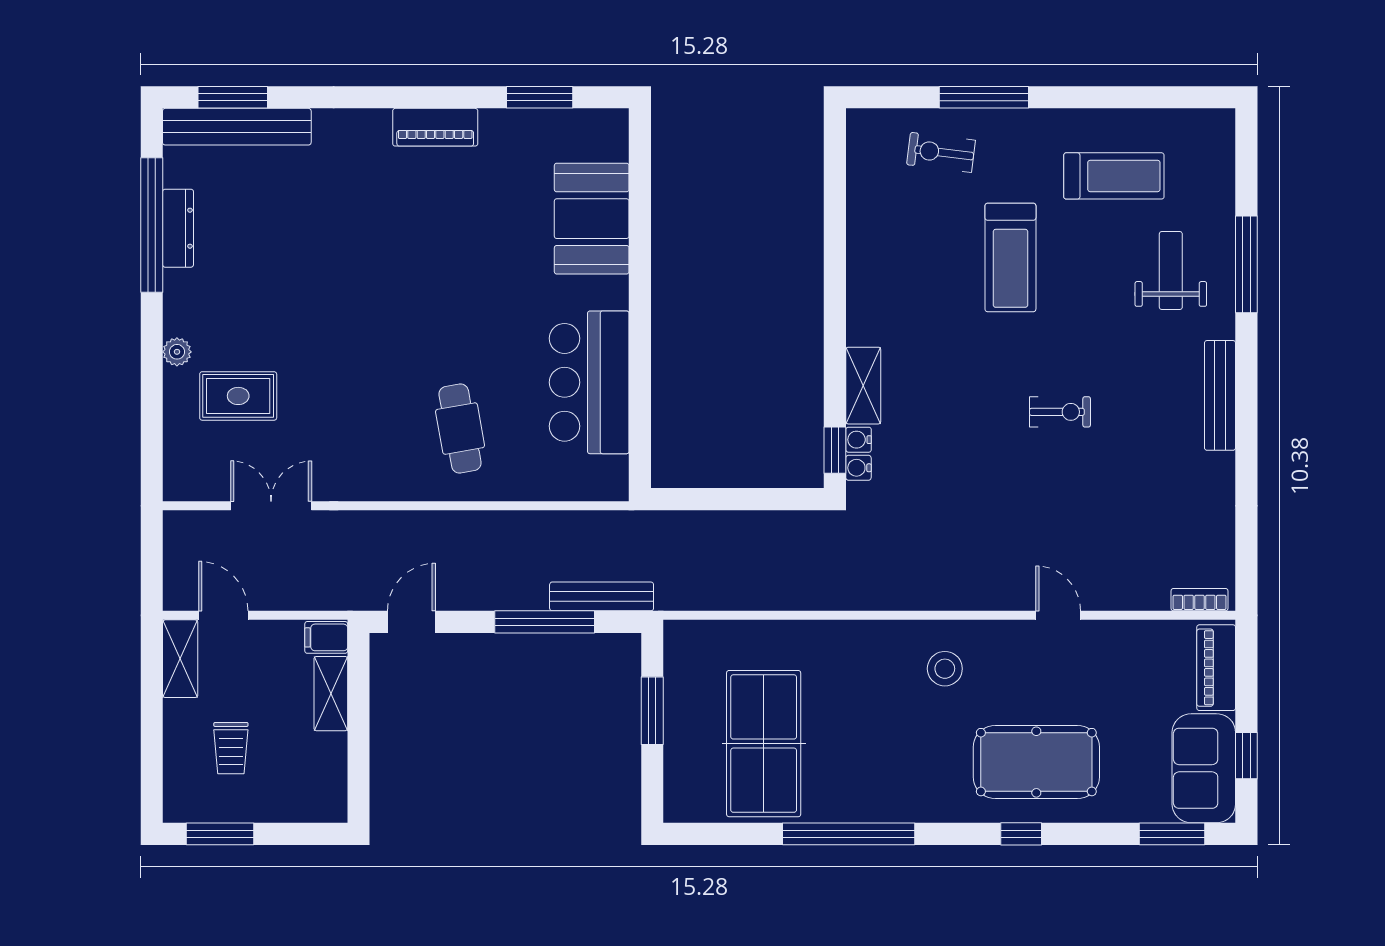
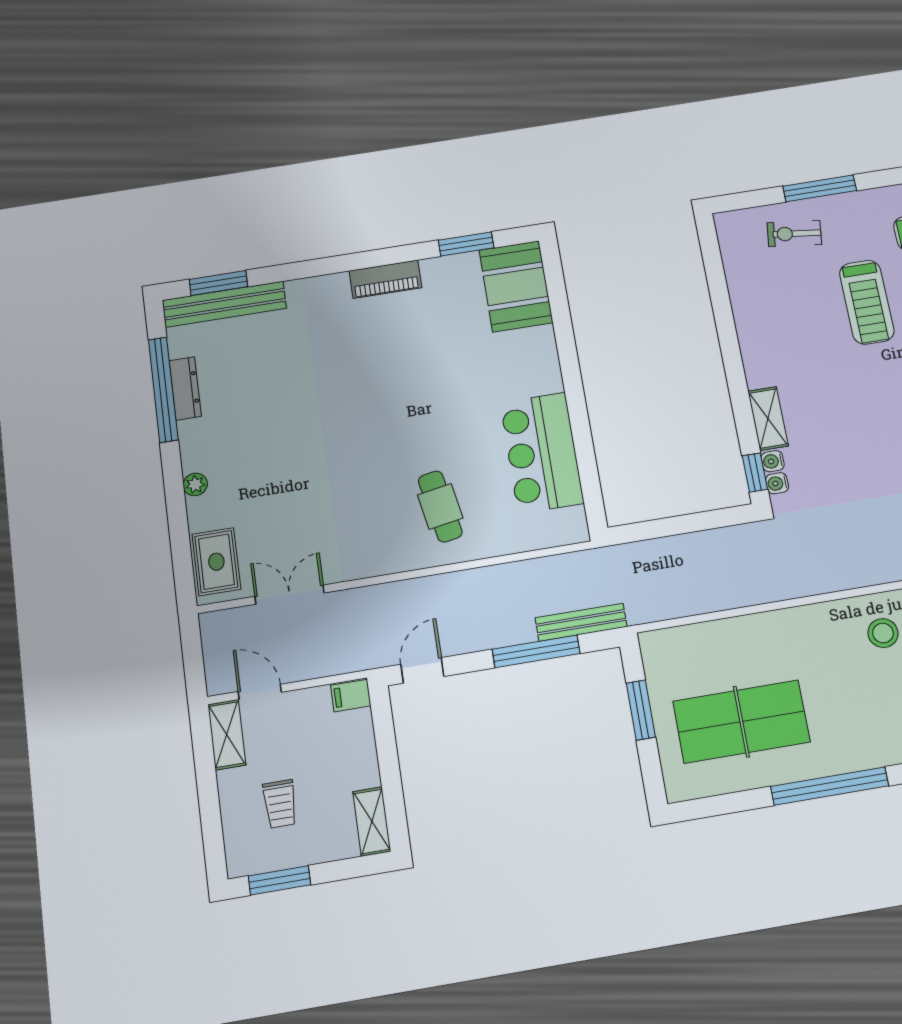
booth: (592, 219) -> (516, 286), moved
rug: (238, 396) -> (216, 562), moved, turned 90
shelving: (331, 694) -> (372, 821), moved
table tennis table: (764, 744) -> (741, 722), turned 90

